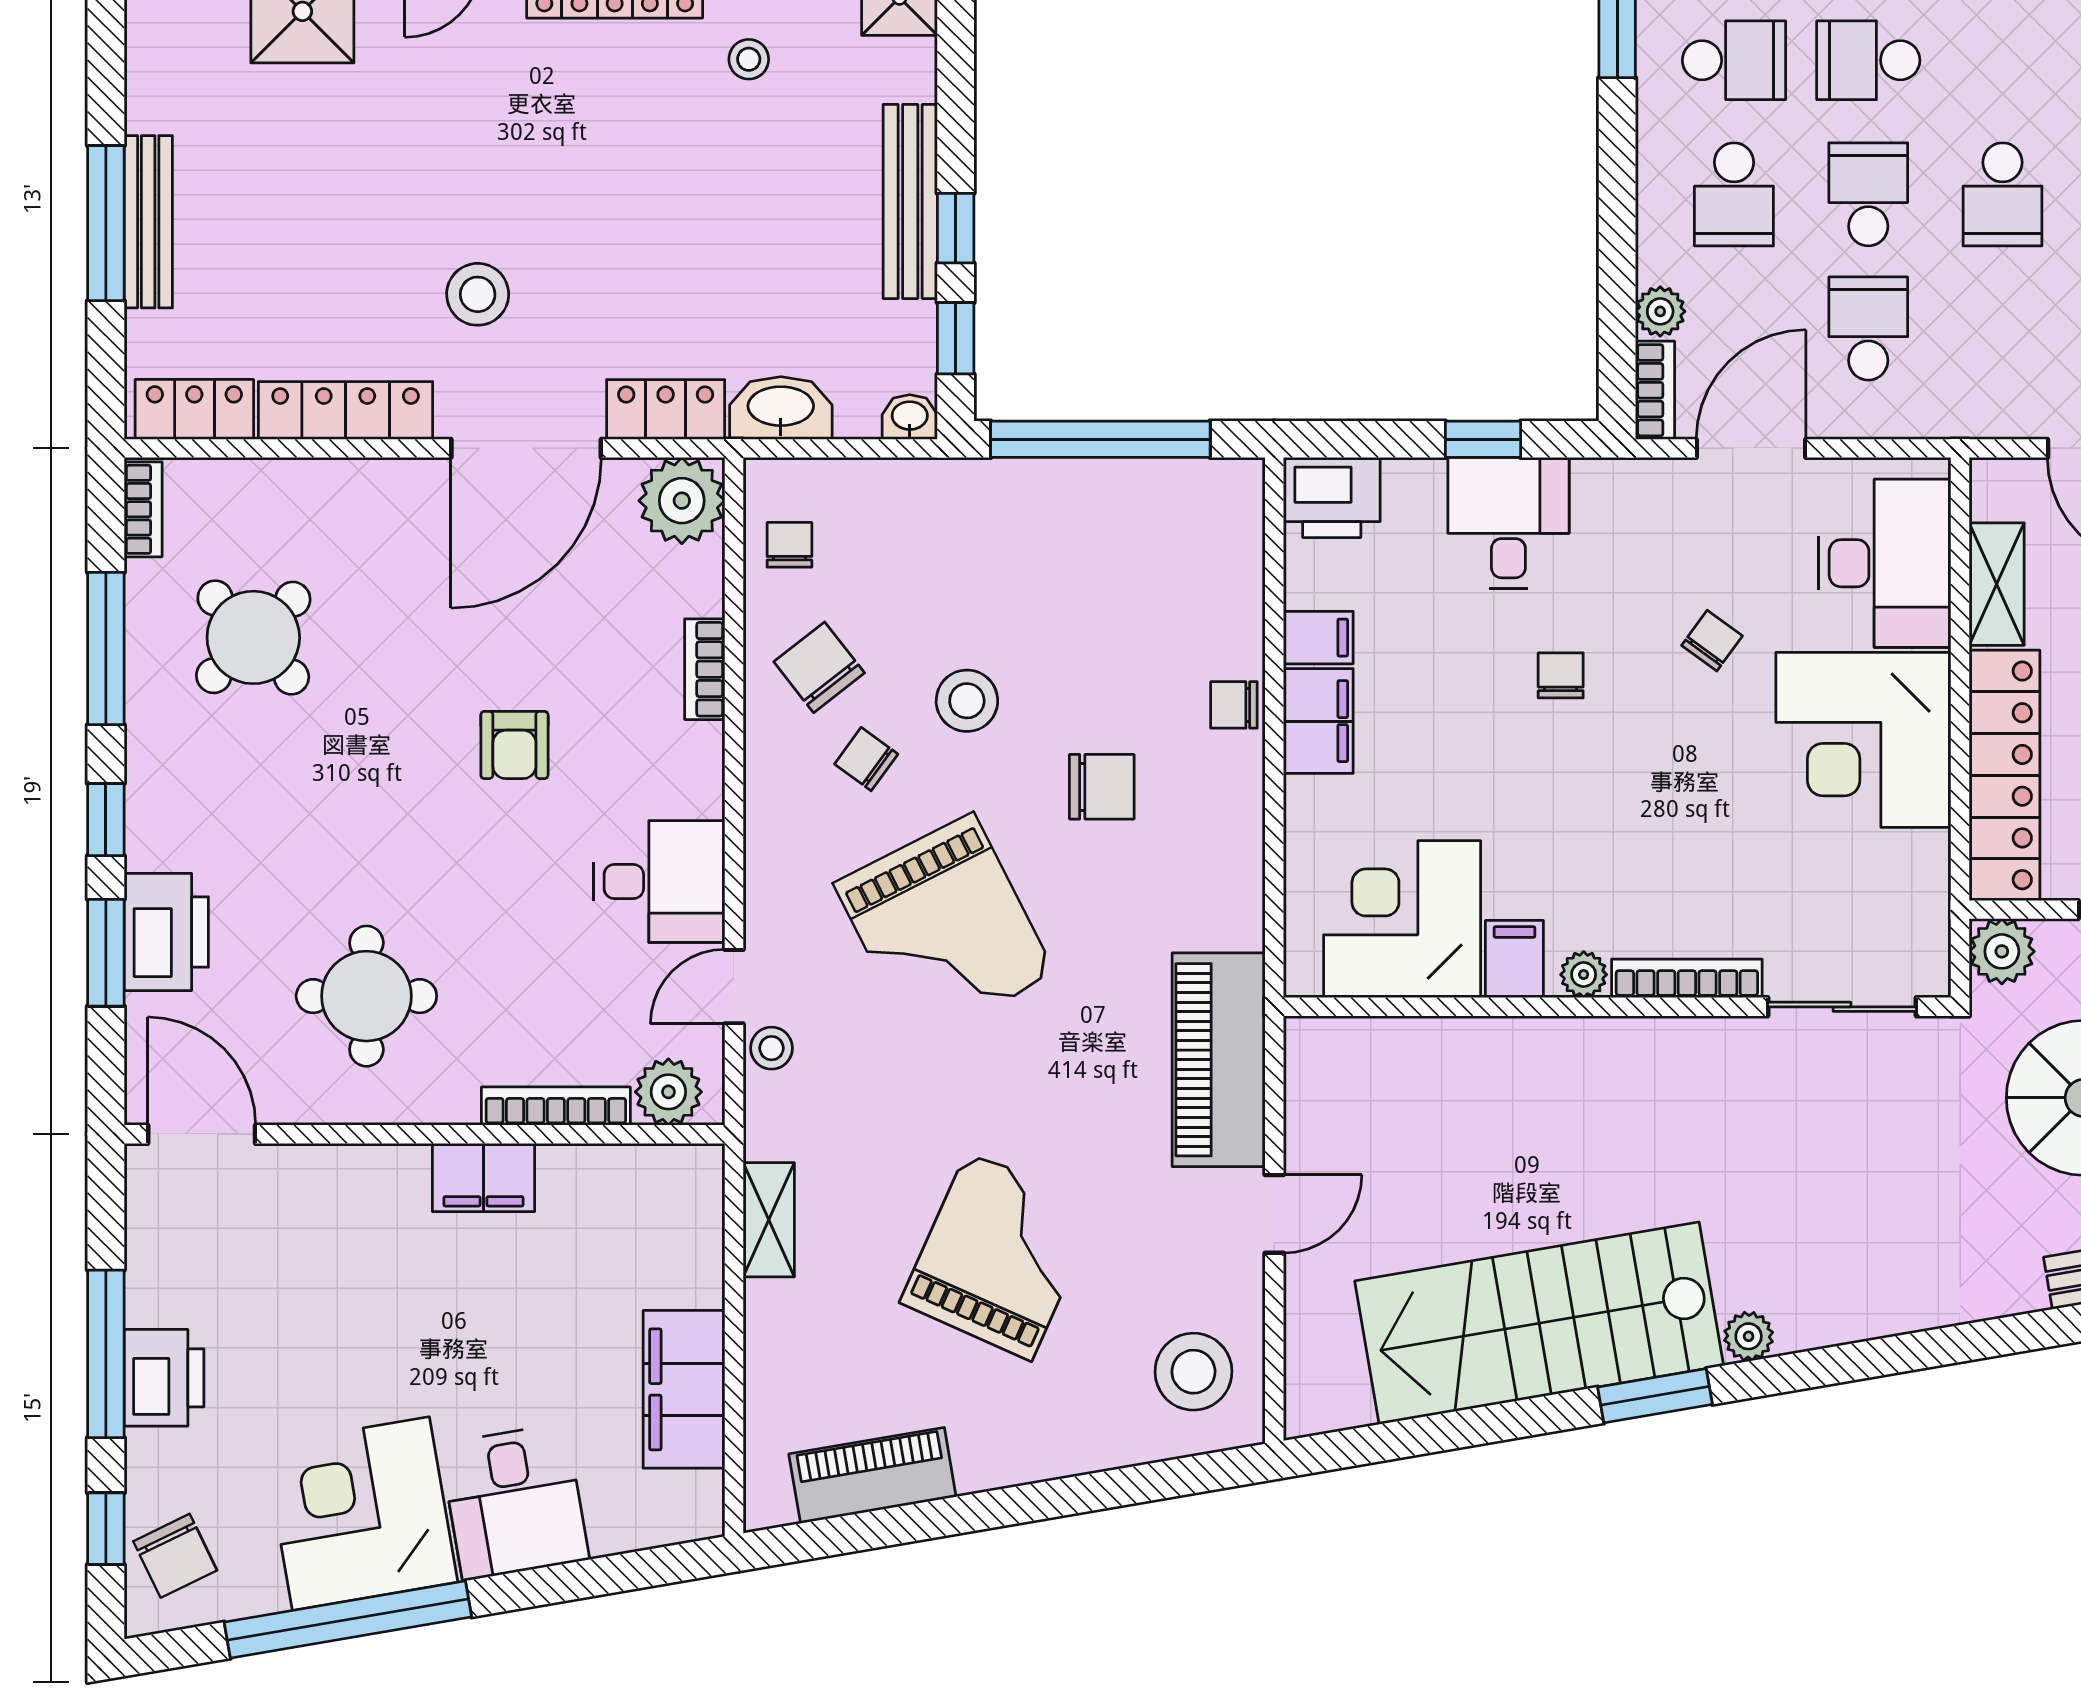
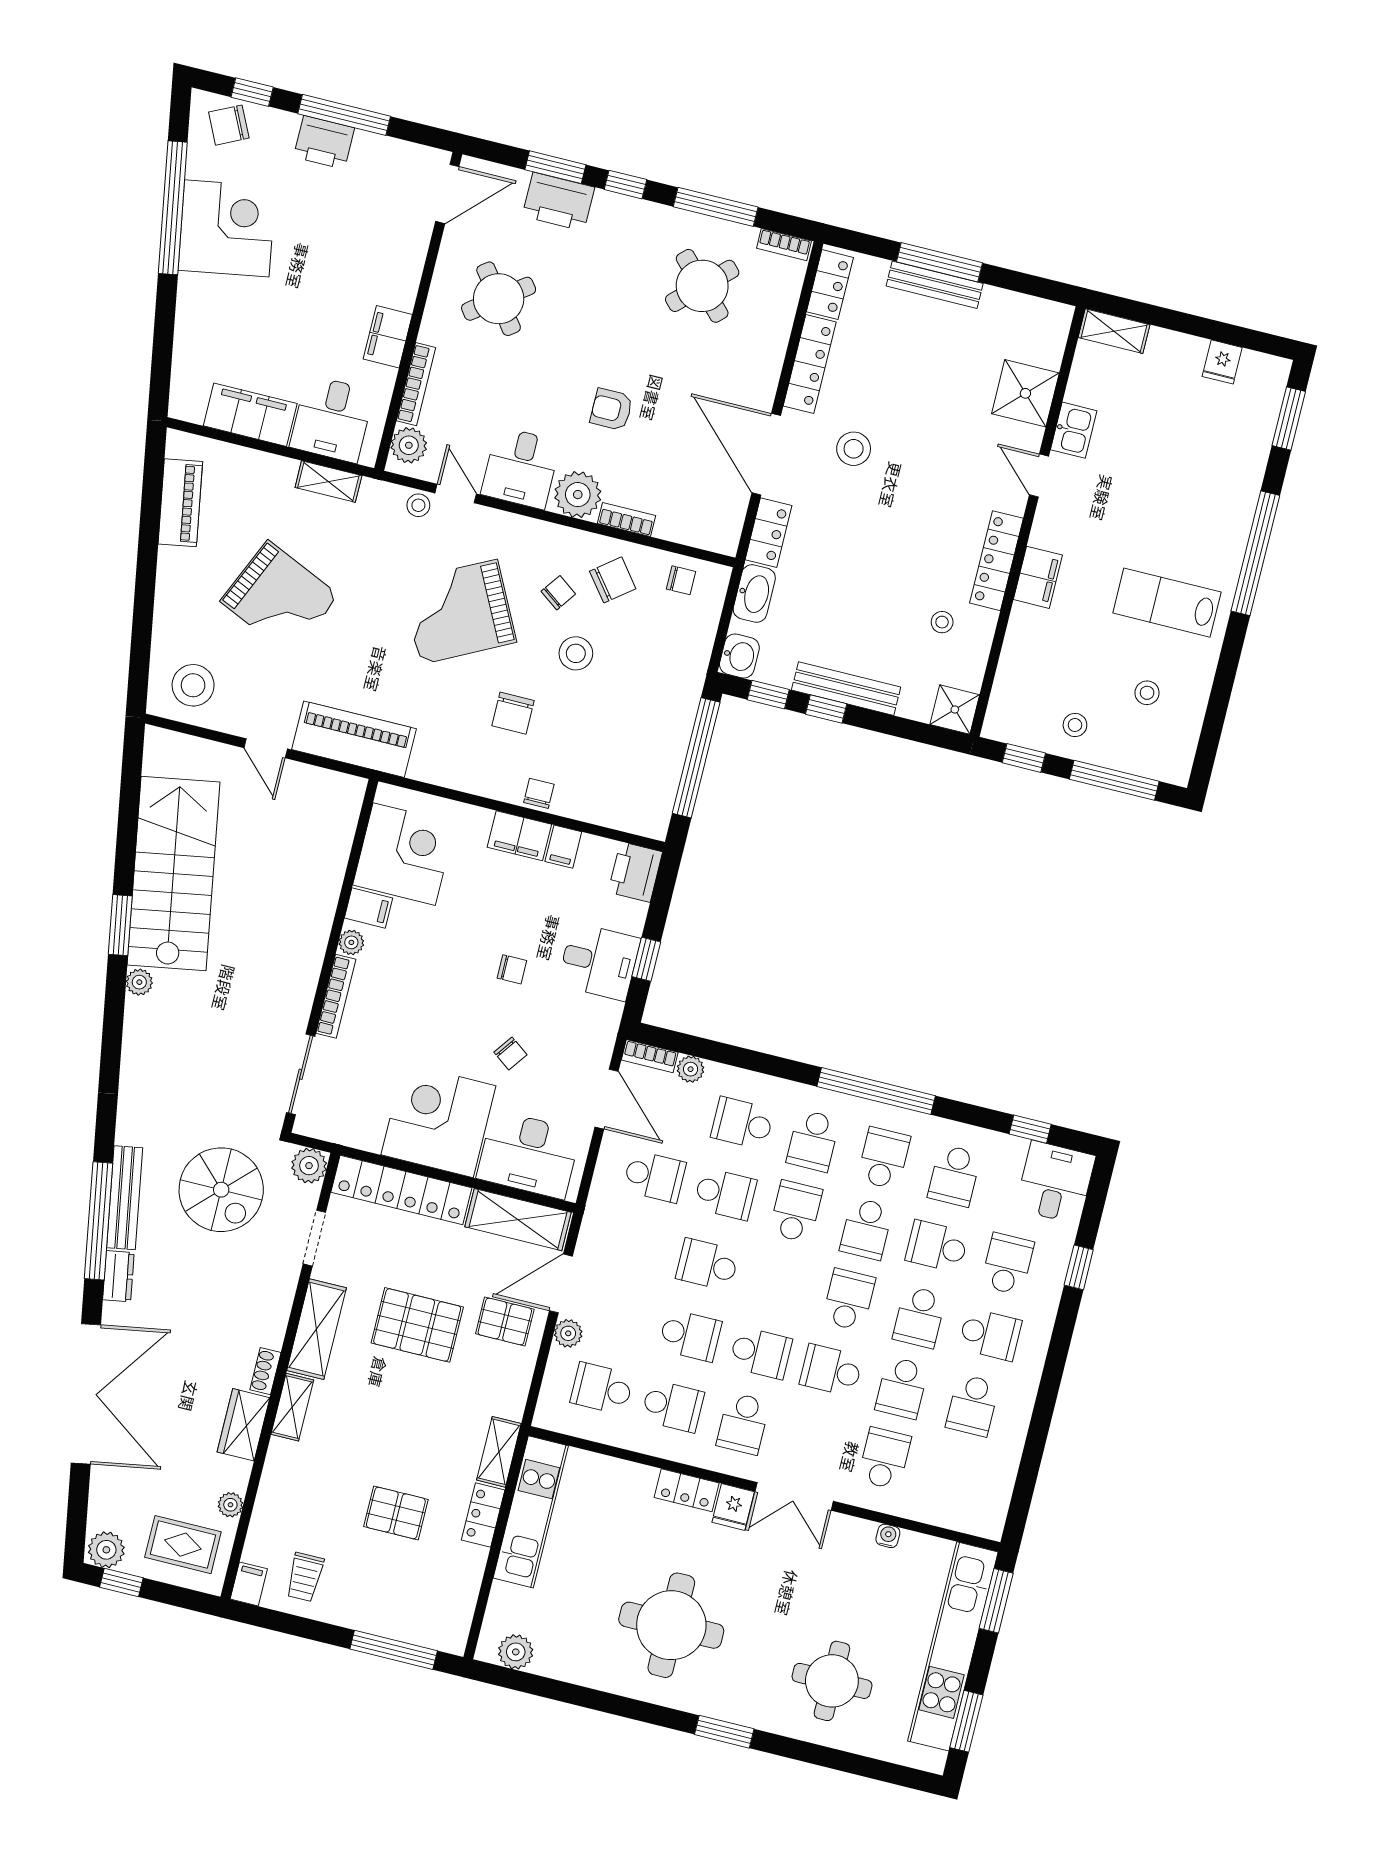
washbasin: (910, 417) -> (739, 656), width x1.38, depth x1.45
plant: (682, 501) -> (578, 495), moved
shelving: (1997, 584) -> (518, 1220), width x1.50, depth x1.33
round table: (366, 996) -> (499, 299), turned -37
desk: (514, 1502) -> (332, 419), moved, turned -80

